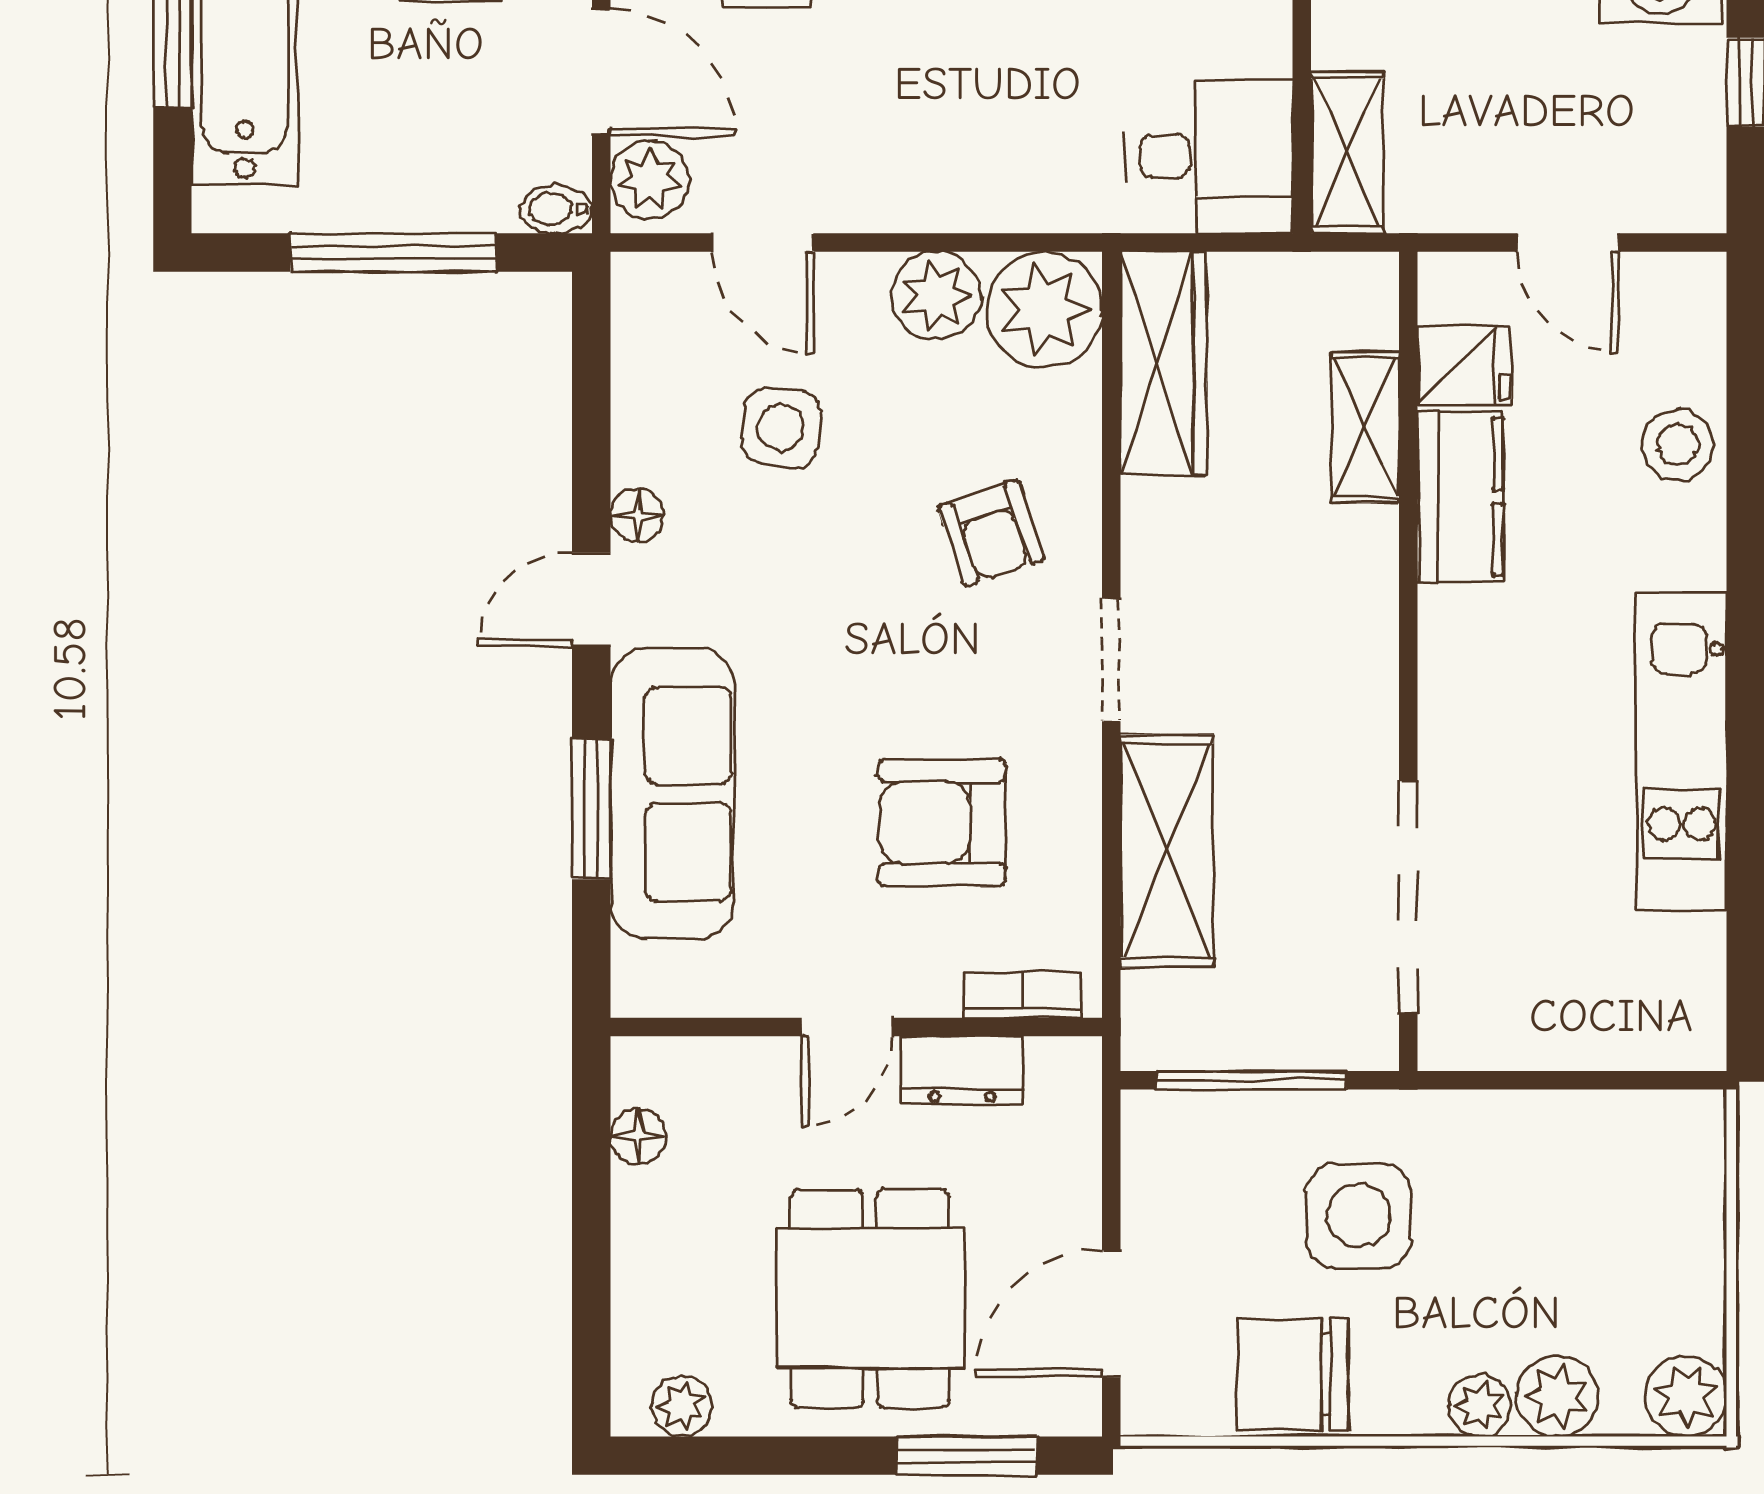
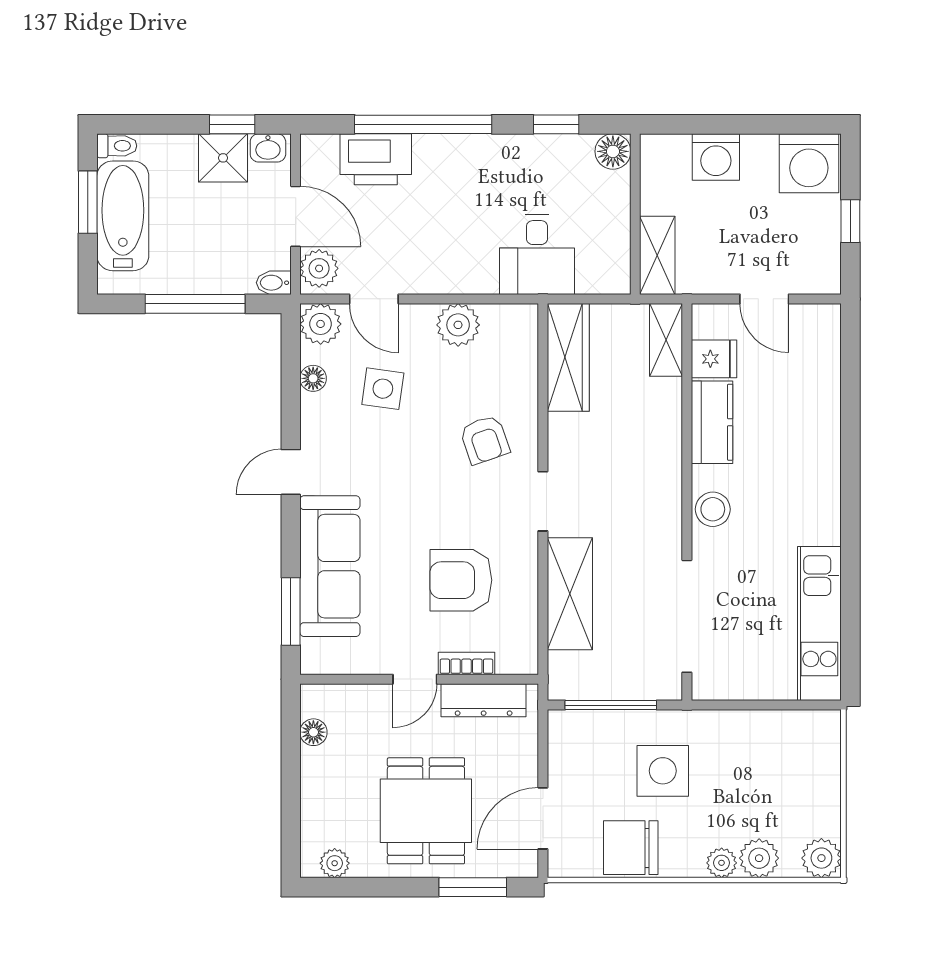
desk: (1210, 156) -> (537, 254), moved, turned 90
plant: (1044, 309) -> (321, 324), moved, width x0.73, depth x0.73
shelving: (1365, 427) -> (666, 340), moved
stool: (1677, 445) -> (713, 509), moved
floor lamp: (637, 515) -> (313, 378), moved
kitchen unit: (1682, 751) -> (819, 624), moved
window: (591, 809) -> (291, 611), moved
bookcase: (1023, 995) -> (466, 664), moved
dresser: (962, 1070) -> (484, 700), width x1.44

